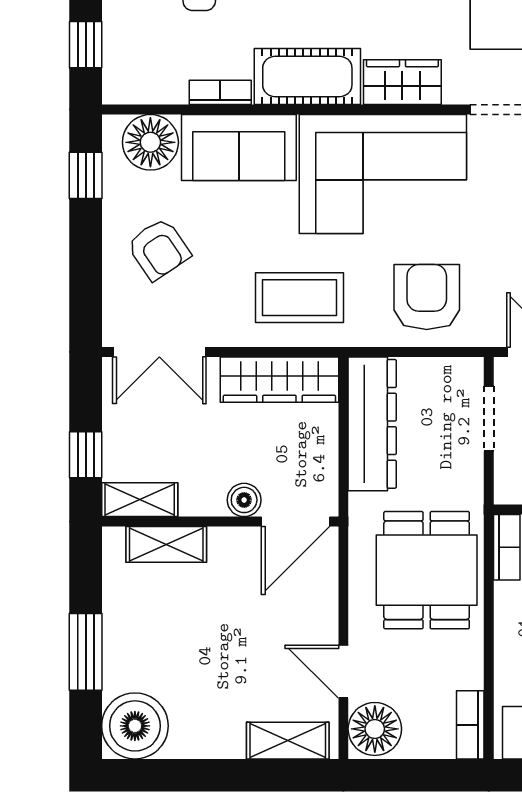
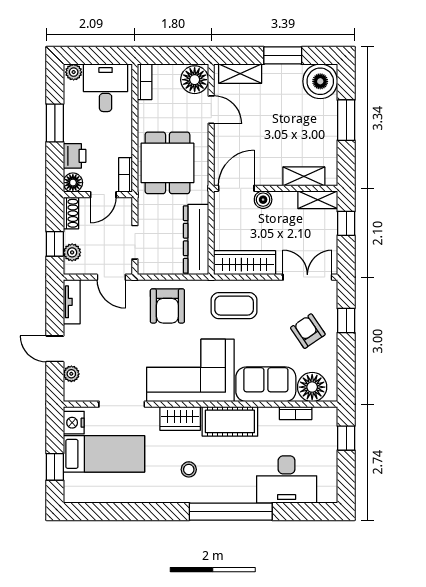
bookcase: (220, 92) -> (296, 413), moved
window: (86, 175) -> (346, 321), moved
window: (207, 775) -> (283, 55), added

